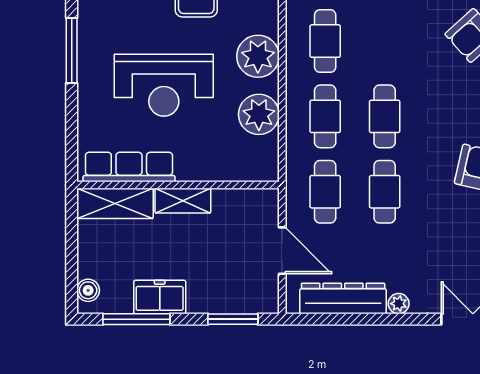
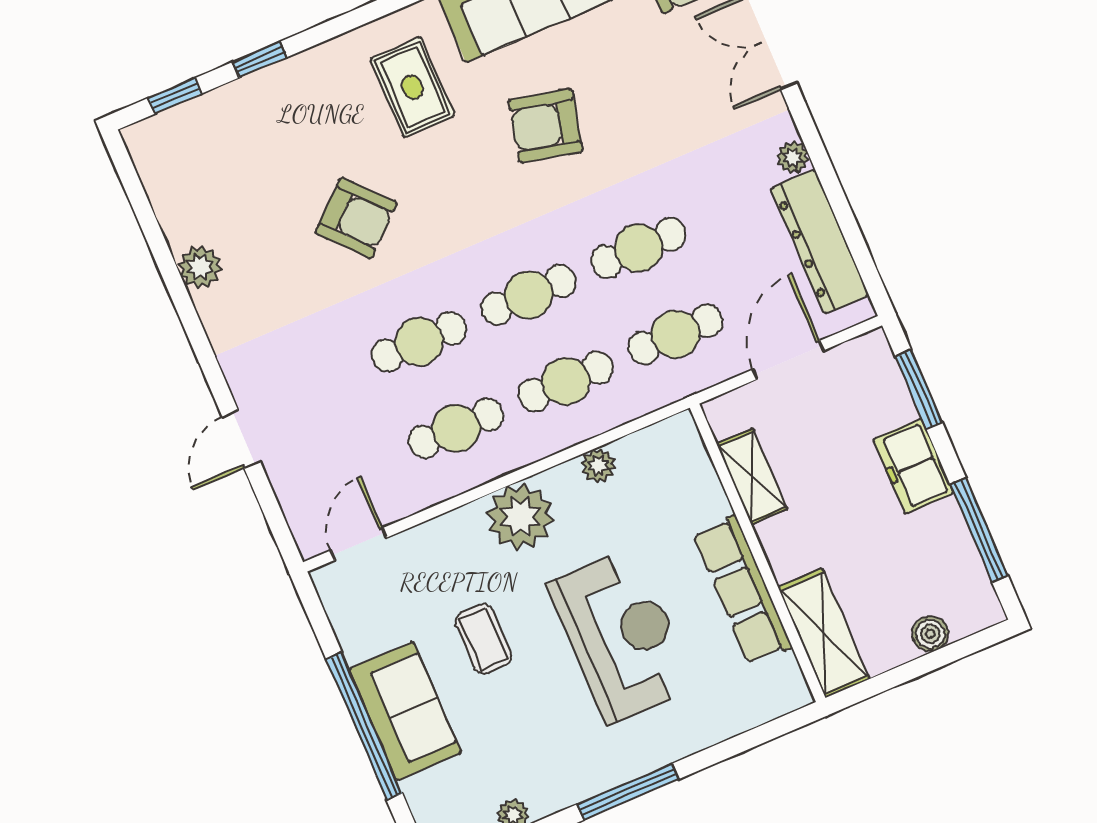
cafe table: (385, 41) -> (419, 342), added
plant: (259, 114) -> (598, 465), width x0.53, depth x0.53
row of seats: (129, 167) -> (743, 590), moved
shelving: (183, 201) -> (752, 477), moved
boiler: (88, 290) -> (930, 634), moved
freezer: (160, 297) -> (914, 466), moved

